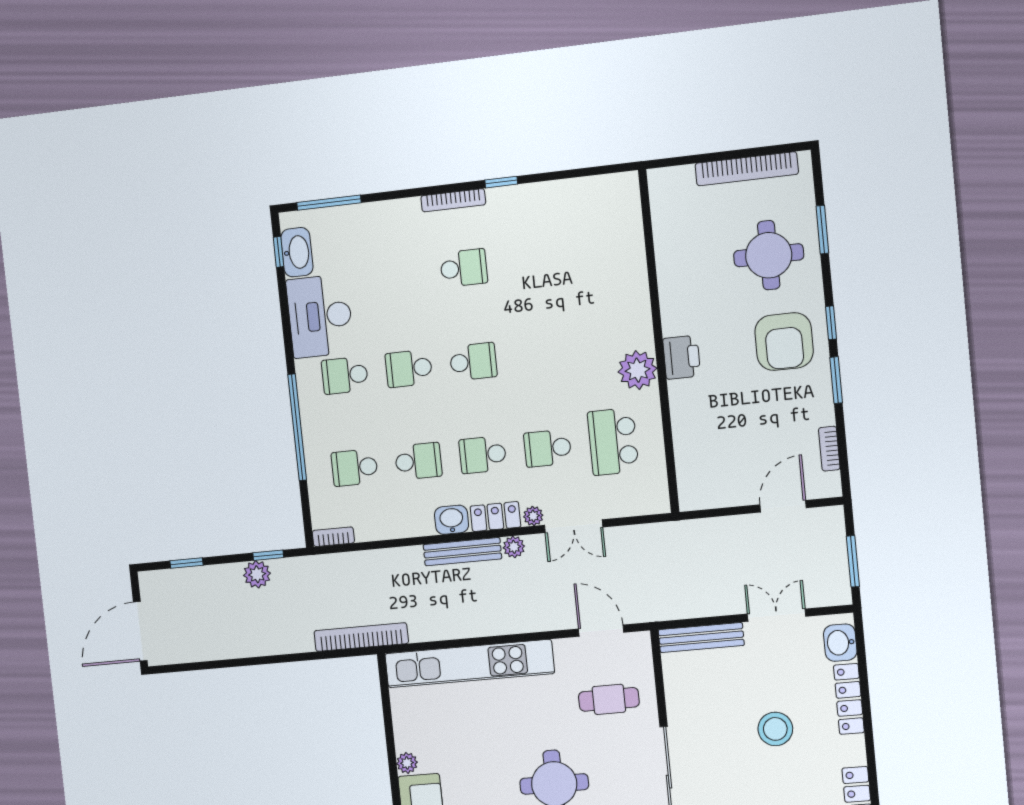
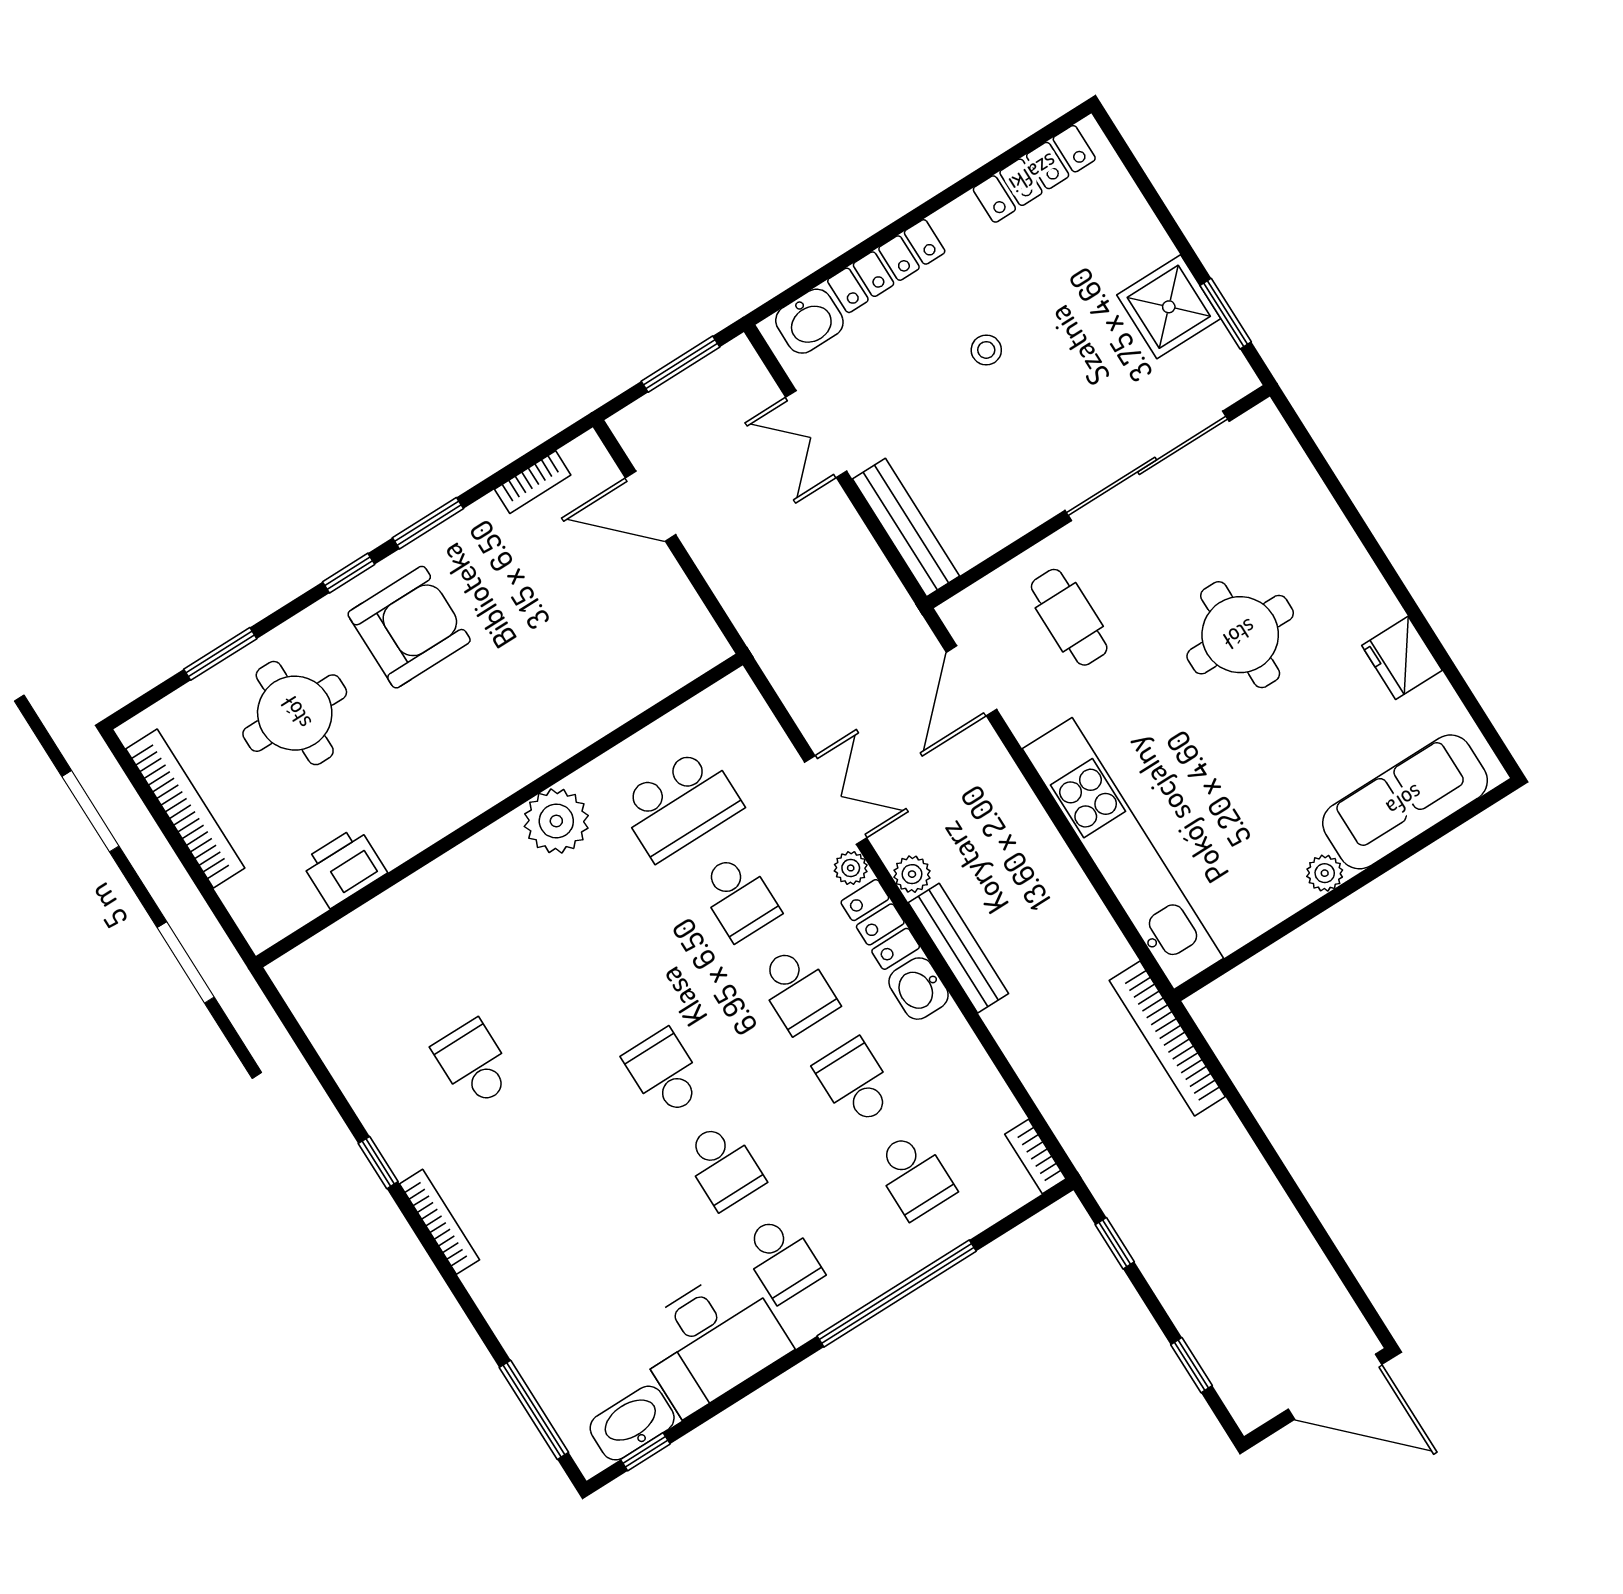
school desk: (464, 268) -> (474, 1064), moved
printer: (682, 357) -> (344, 867), moved
plant: (257, 574) -> (1153, 1246), removed
stool: (775, 729) -> (986, 350), width x0.53, depth x0.53

